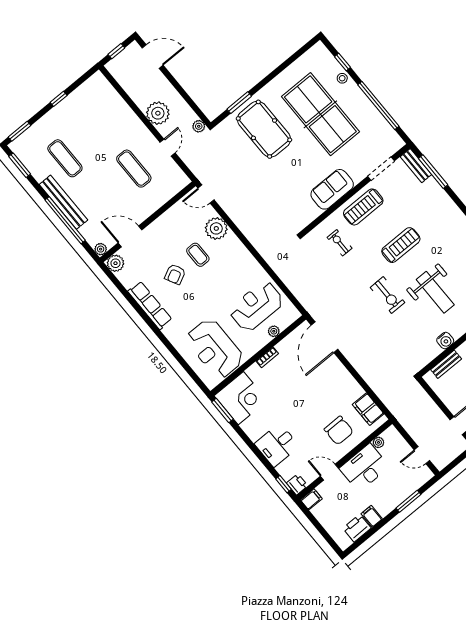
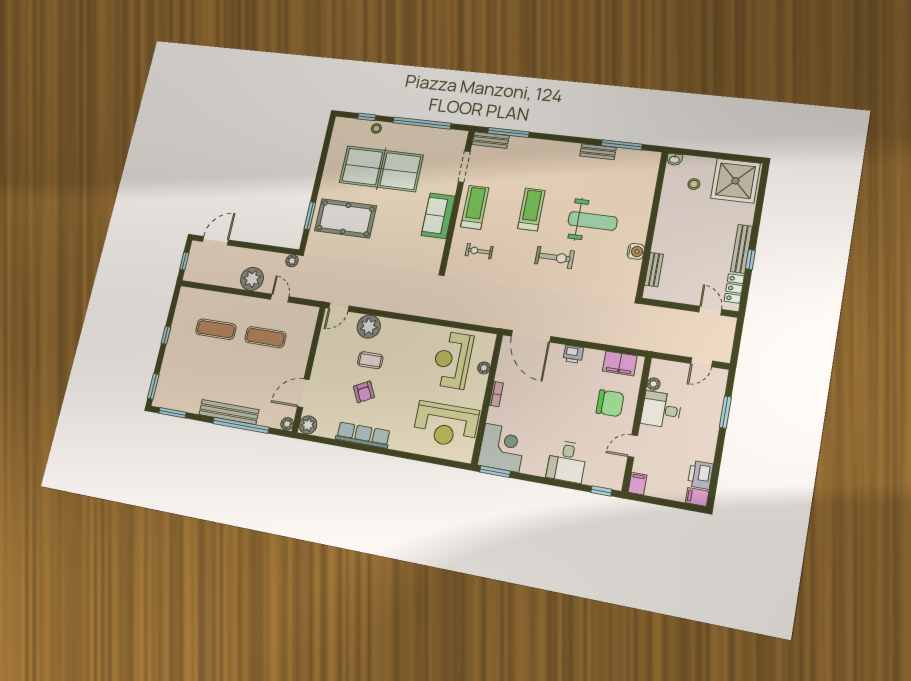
exercise mat: (65, 158) -> (216, 329), moved
treadmill: (363, 207) -> (475, 207), turned 180
desk: (364, 468) -> (661, 410), width x0.73
printer: (297, 484) -> (573, 354), moved, turned 180
filing cabinet: (372, 516) -> (697, 497), moved

